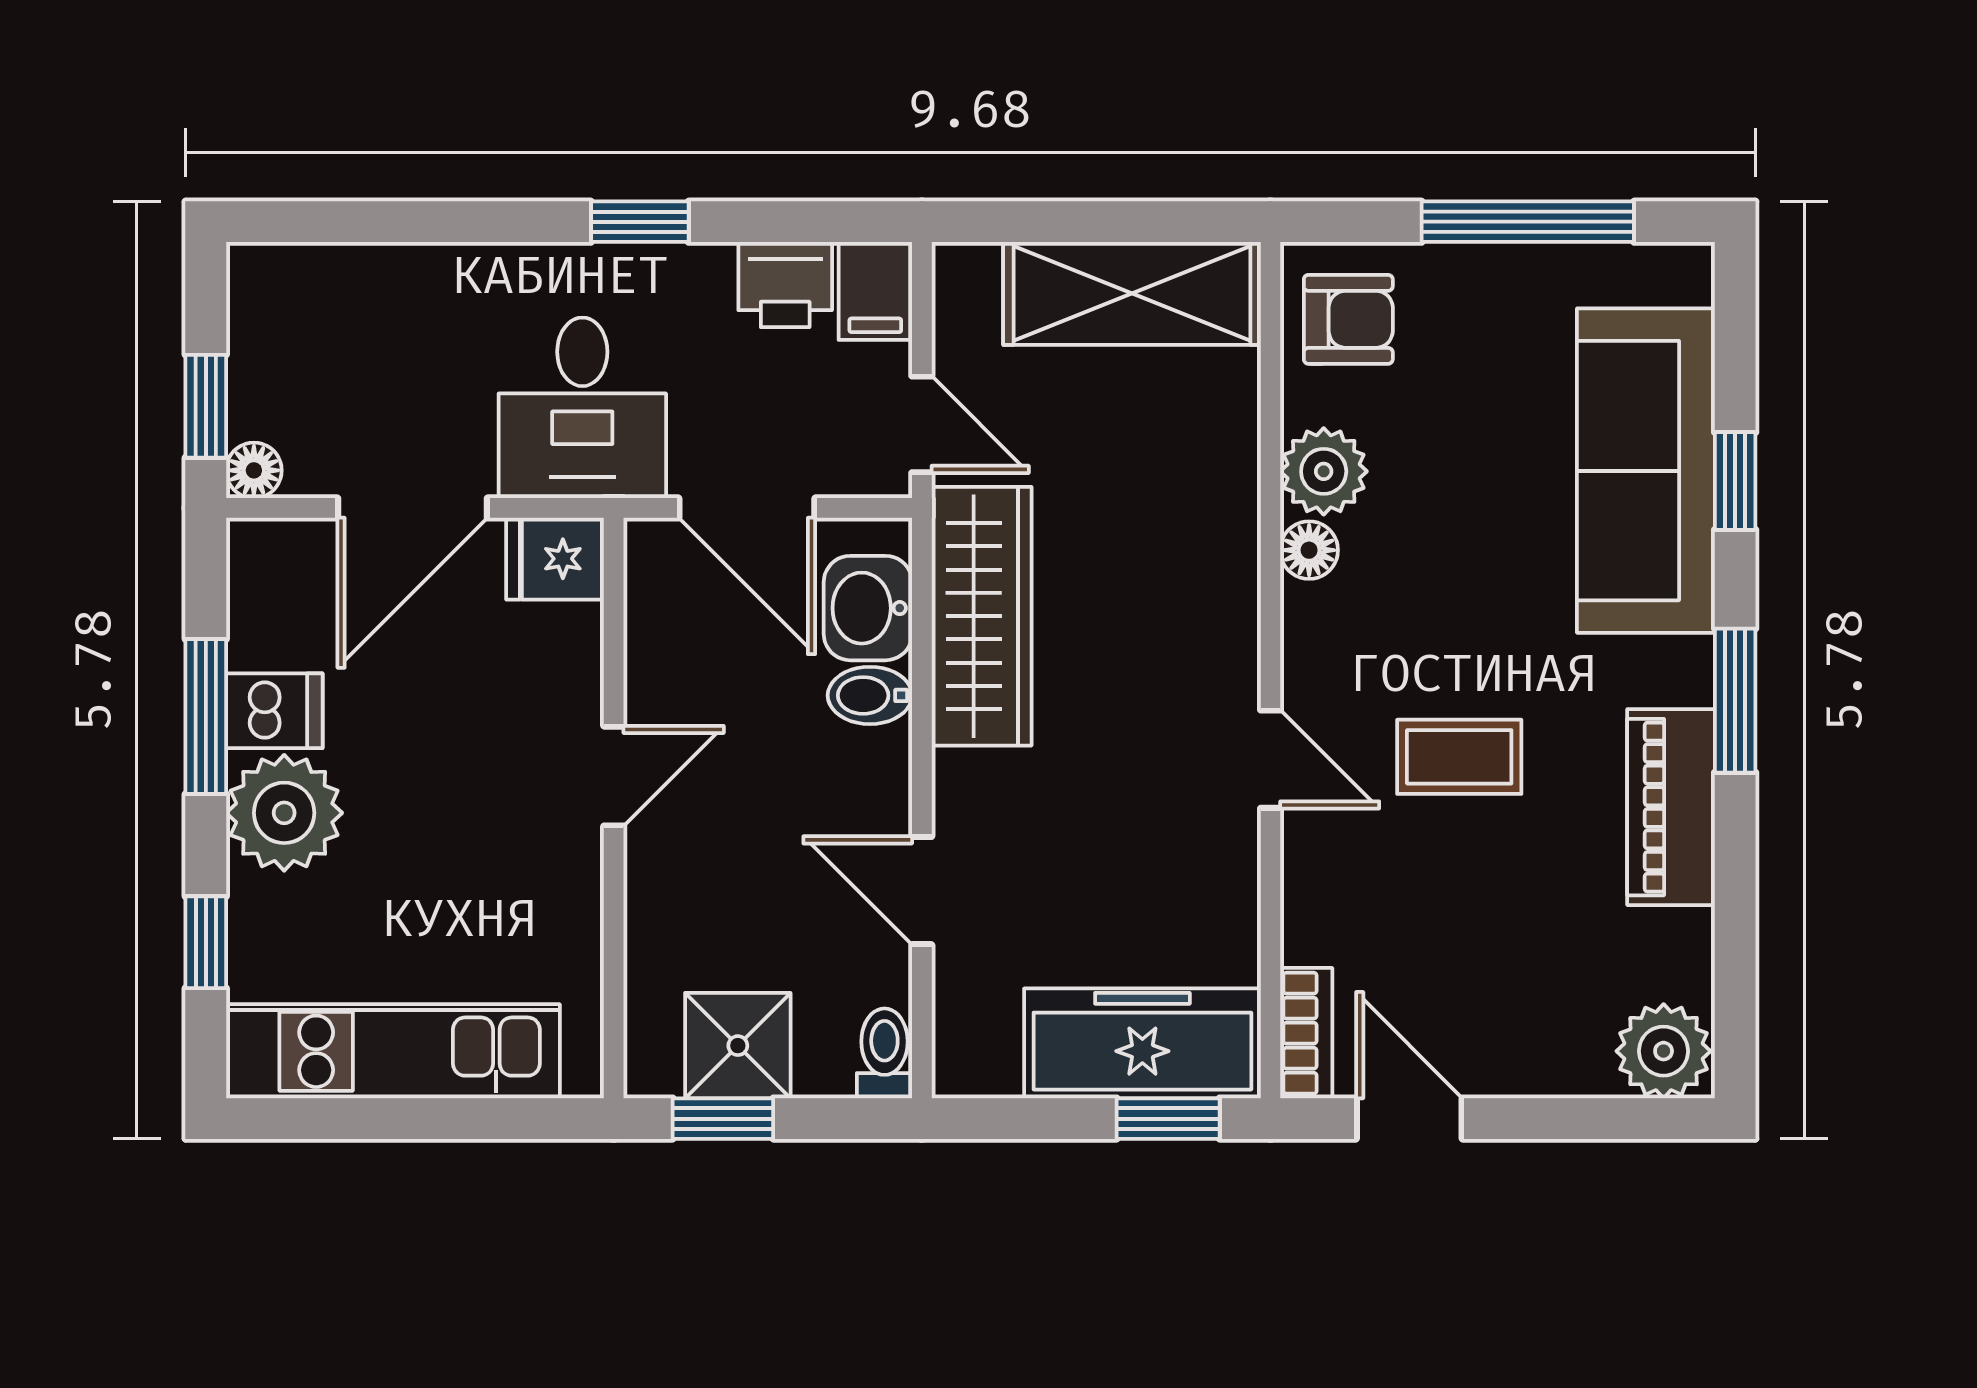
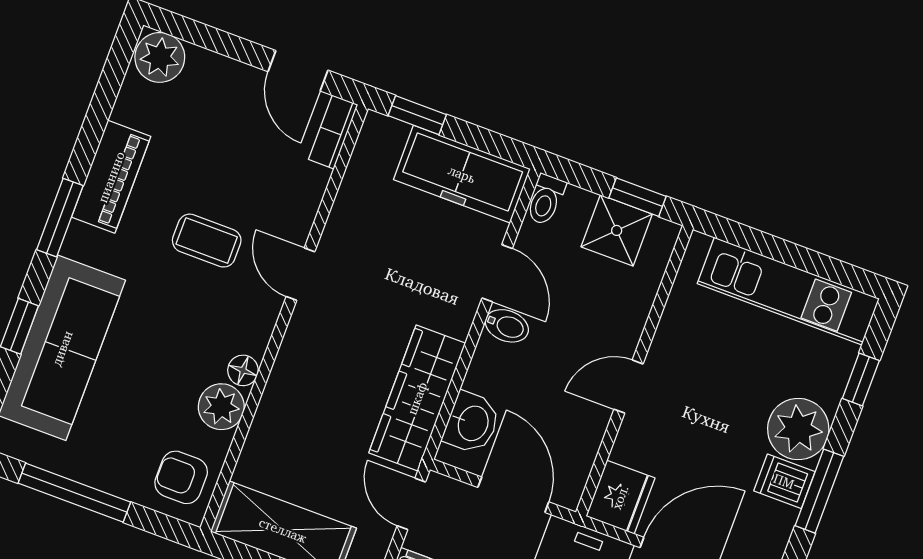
fridge: (555, 559) -> (620, 497), width x1.38
bidet: (870, 695) -> (507, 326), moved
freezer: (1142, 1043) -> (462, 174), moved

